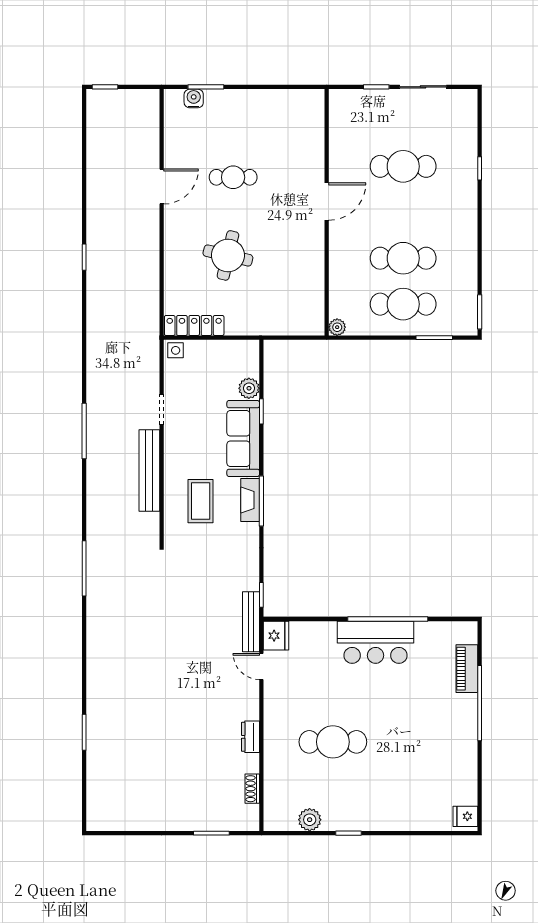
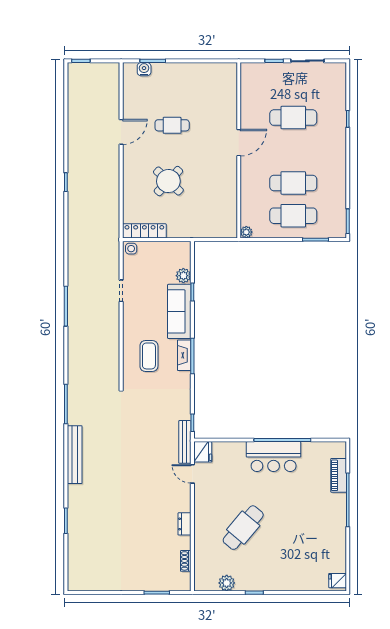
round table: (228, 255) -> (168, 181), turned 30
bench: (149, 470) -> (75, 455), moved
cafe table: (333, 742) -> (243, 528), turned -50

